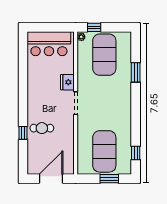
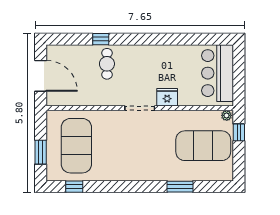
exercise mat: (104, 151) -> (76, 146), turned 90

